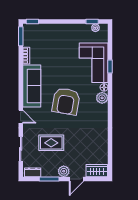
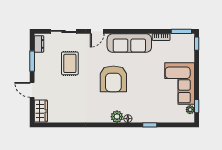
corner sofa: (94, 63) -> (180, 84), moved, turned -90
armchair: (66, 101) -> (113, 79), turned -100
plant: (64, 171) -> (40, 76), removed

